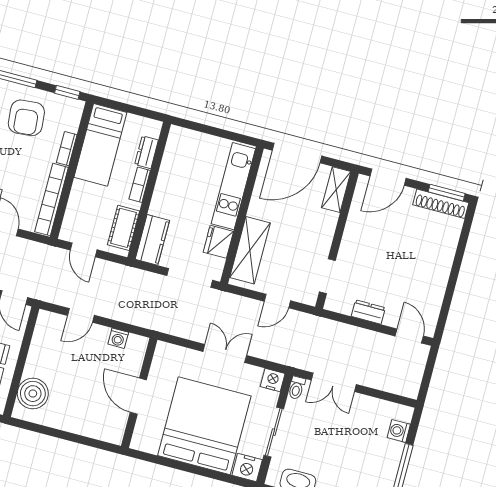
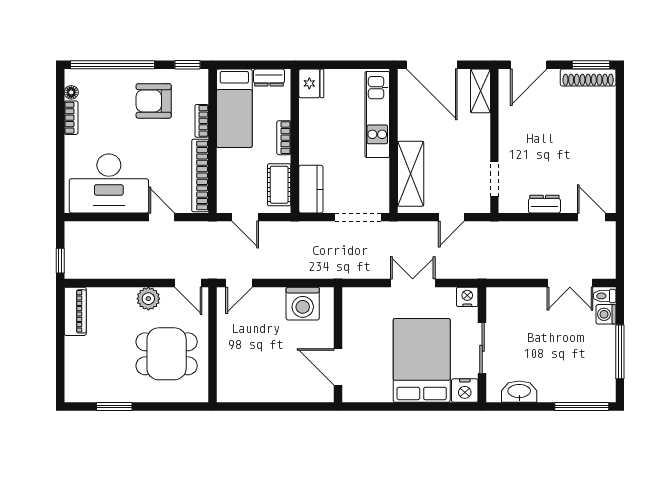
armchair: (26, 118) -> (154, 101), turned 95
dresser: (147, 152) -> (269, 78), moved, turned -90
door: (297, 153) -> (432, 65), hinge flipped
fridge: (218, 242) -> (311, 83), moved, turned 180
door: (81, 315) -> (239, 283), moved
washing machine: (118, 338) -> (303, 304), width x1.89, depth x1.89
double door: (334, 382) -> (570, 283), moved
toilet: (297, 388) -> (605, 296), moved, turned 90
boiler: (33, 394) -> (232, 373), removed
door: (138, 396) -> (338, 367), moved
bed: (204, 426) -> (422, 360), width x0.73

